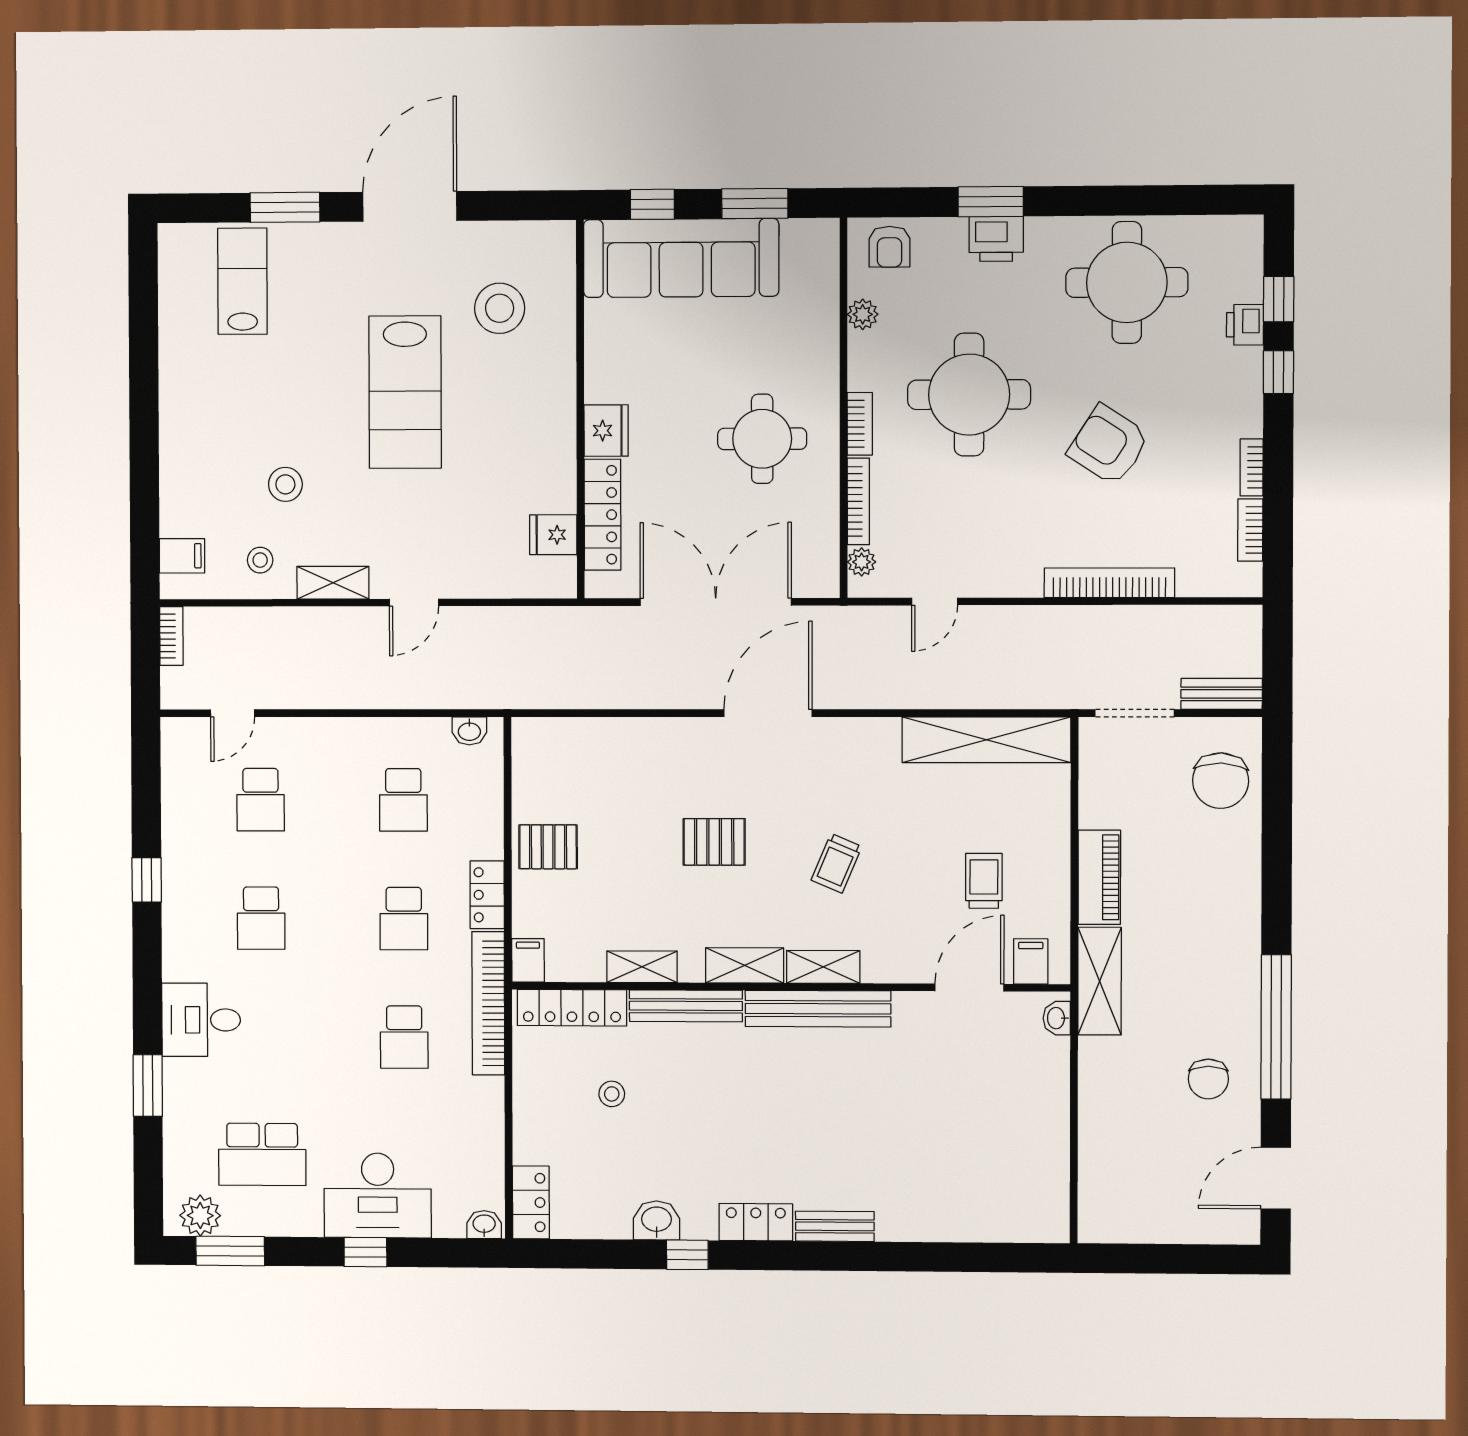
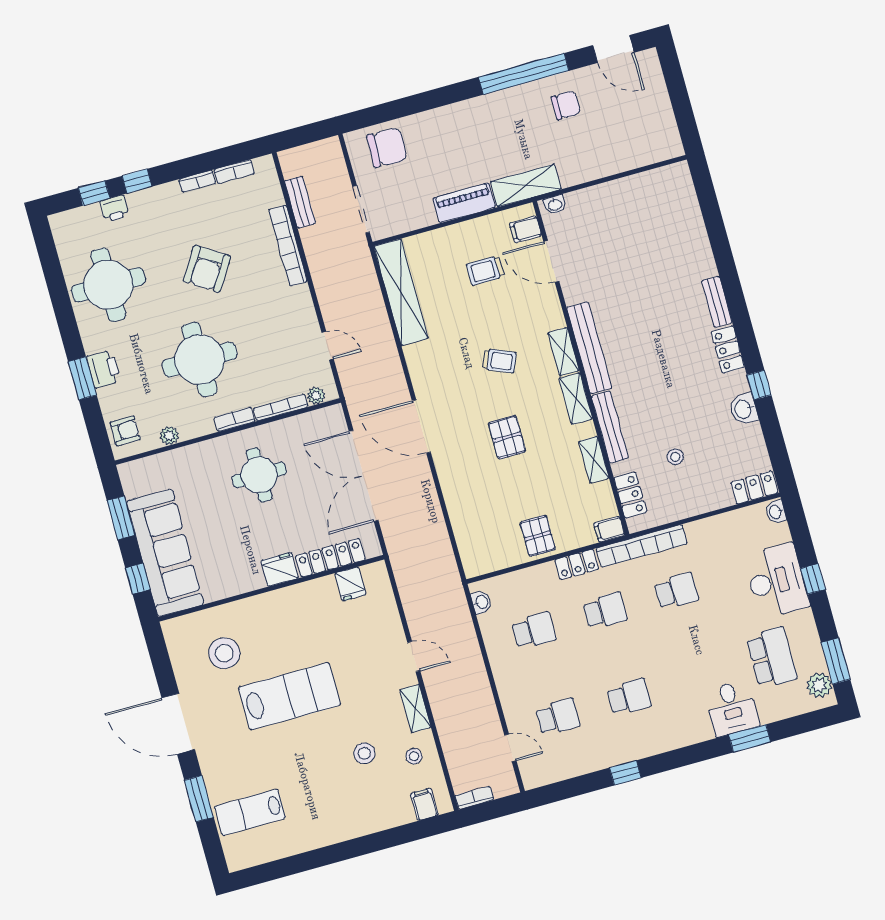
bench: (1222, 694) -> (300, 202), moved
locker: (572, 1008) -> (630, 495), width x0.66
desk: (201, 1020) -> (732, 708), moved

